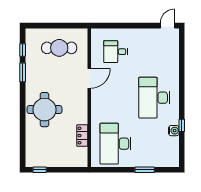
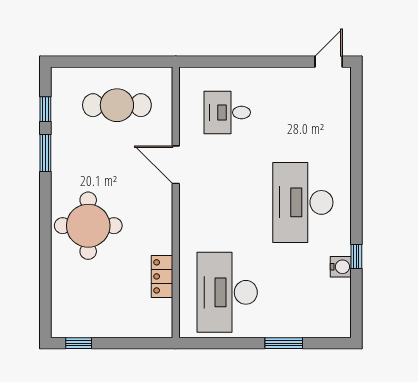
door: (89, 78) -> (176, 165), swing flipped

